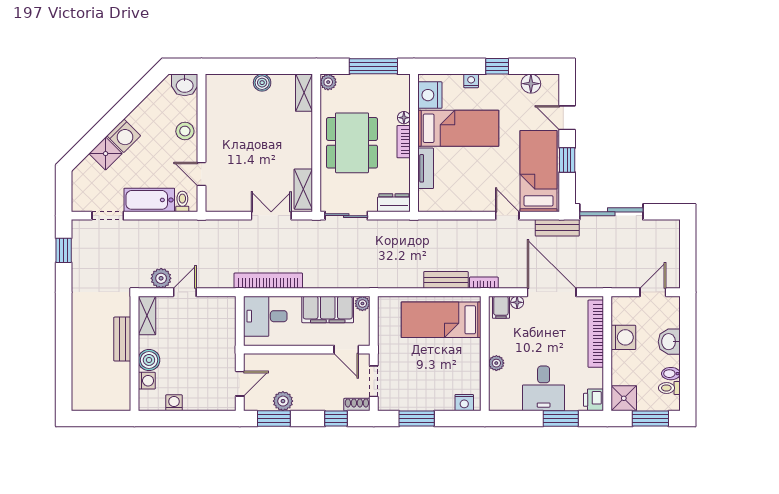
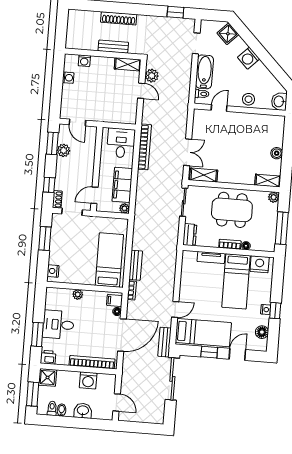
nightstand: (471, 81) -> (266, 310), moved
shower: (106, 154) -> (228, 34), moved
shoe rack: (79, 334) -> (119, 18), added
boiler: (149, 360) -> (98, 63), removed

